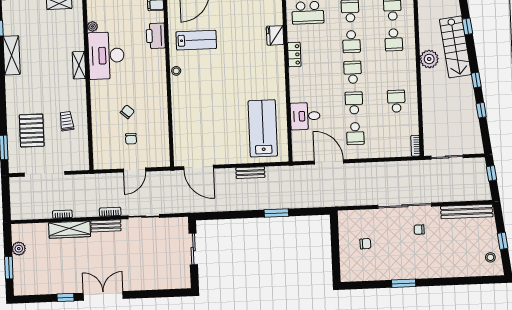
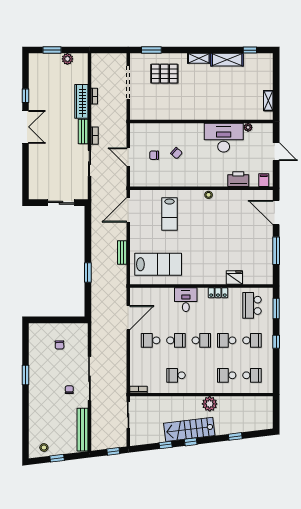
lab bench: (196, 40) -> (169, 214), moved
stairs: (455, 47) -> (189, 429), moved
shelving: (79, 65) -> (199, 58), moved
school desk: (396, 101) -> (176, 375), turned 180
desk: (305, 116) -> (186, 300), moved
trolley: (67, 121) -> (171, 103), removed

